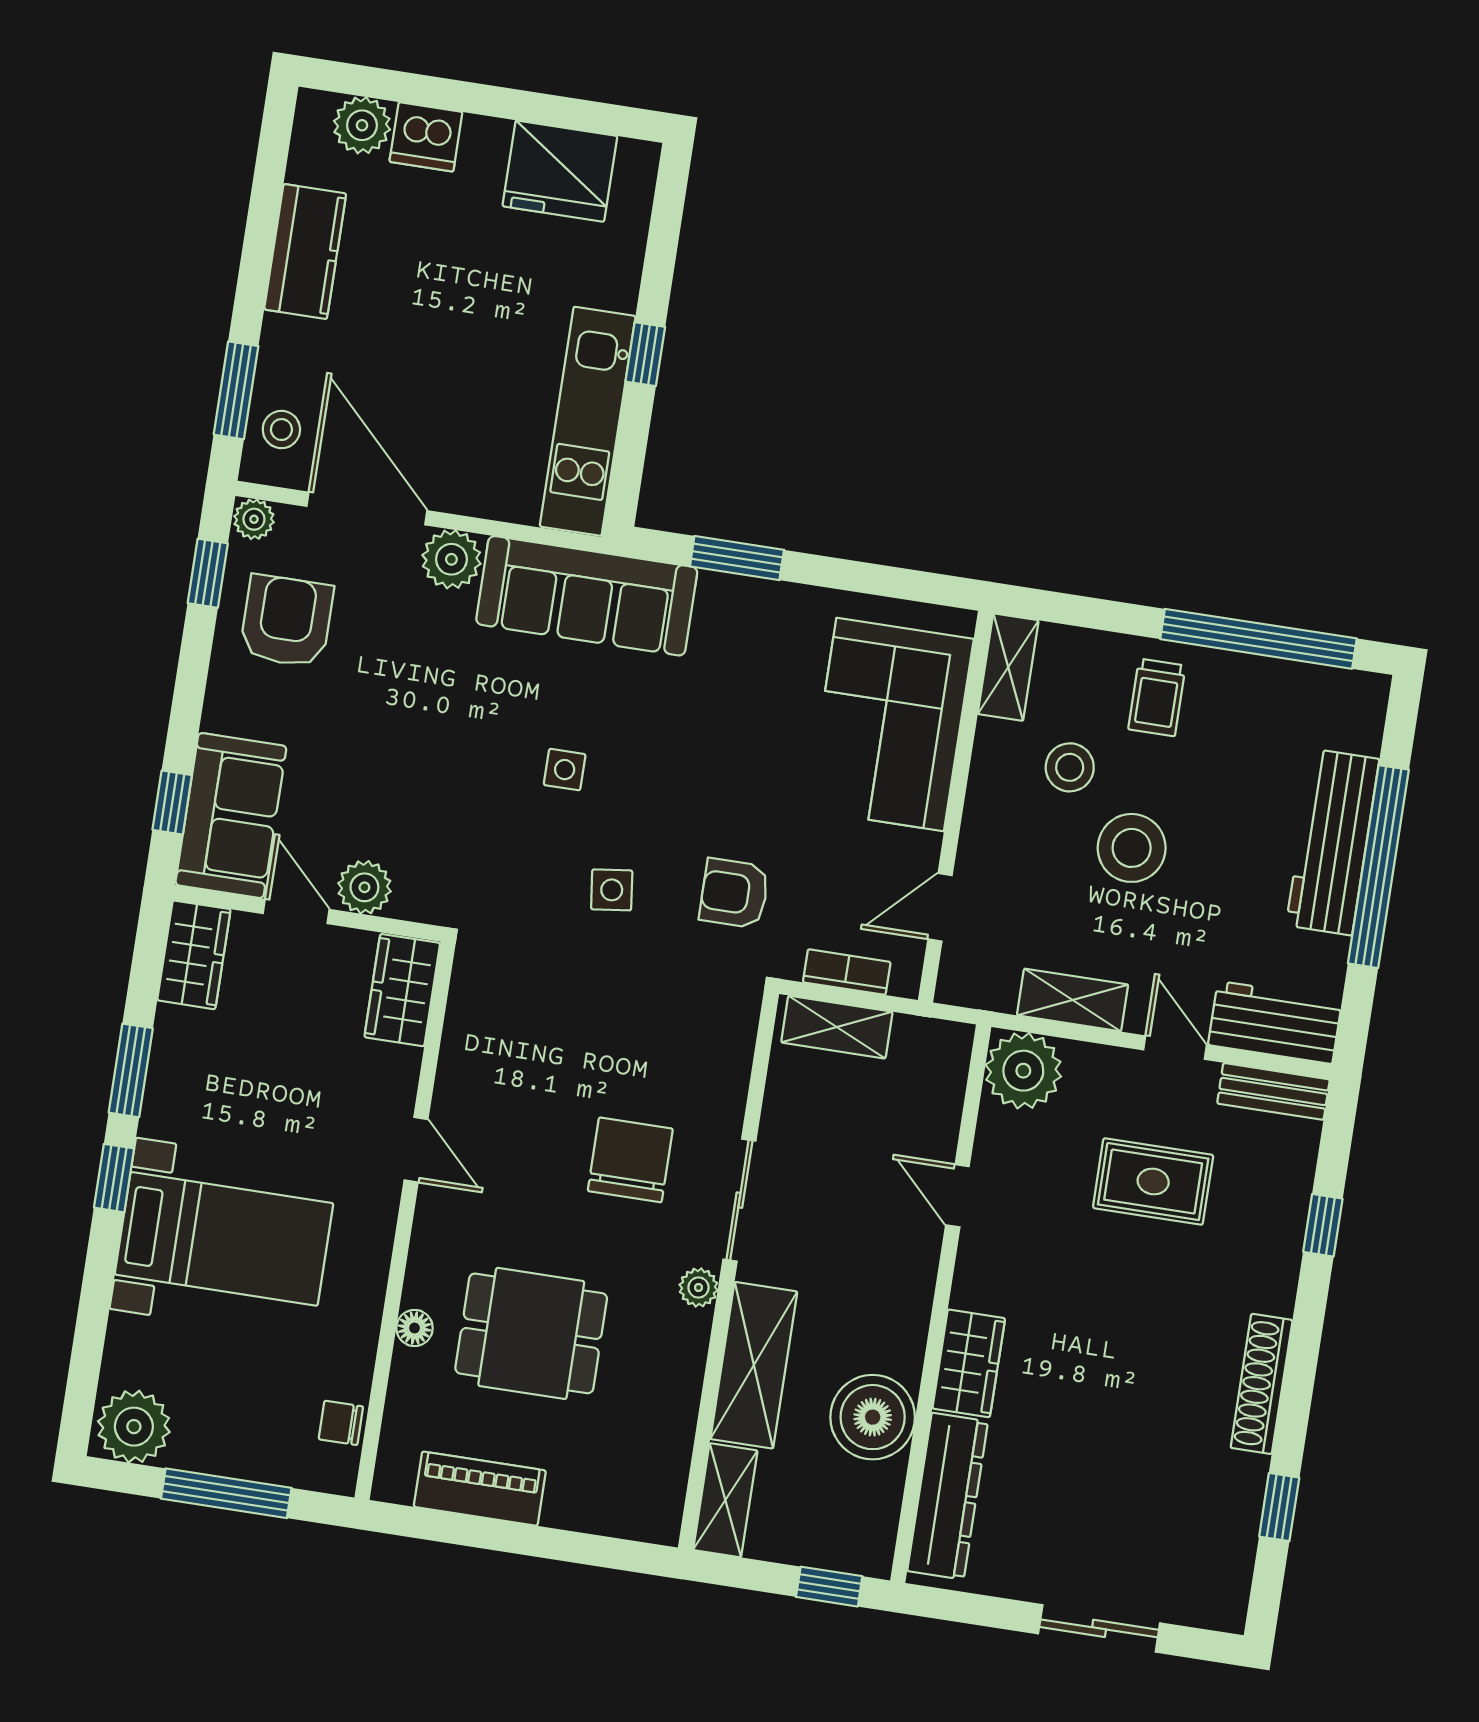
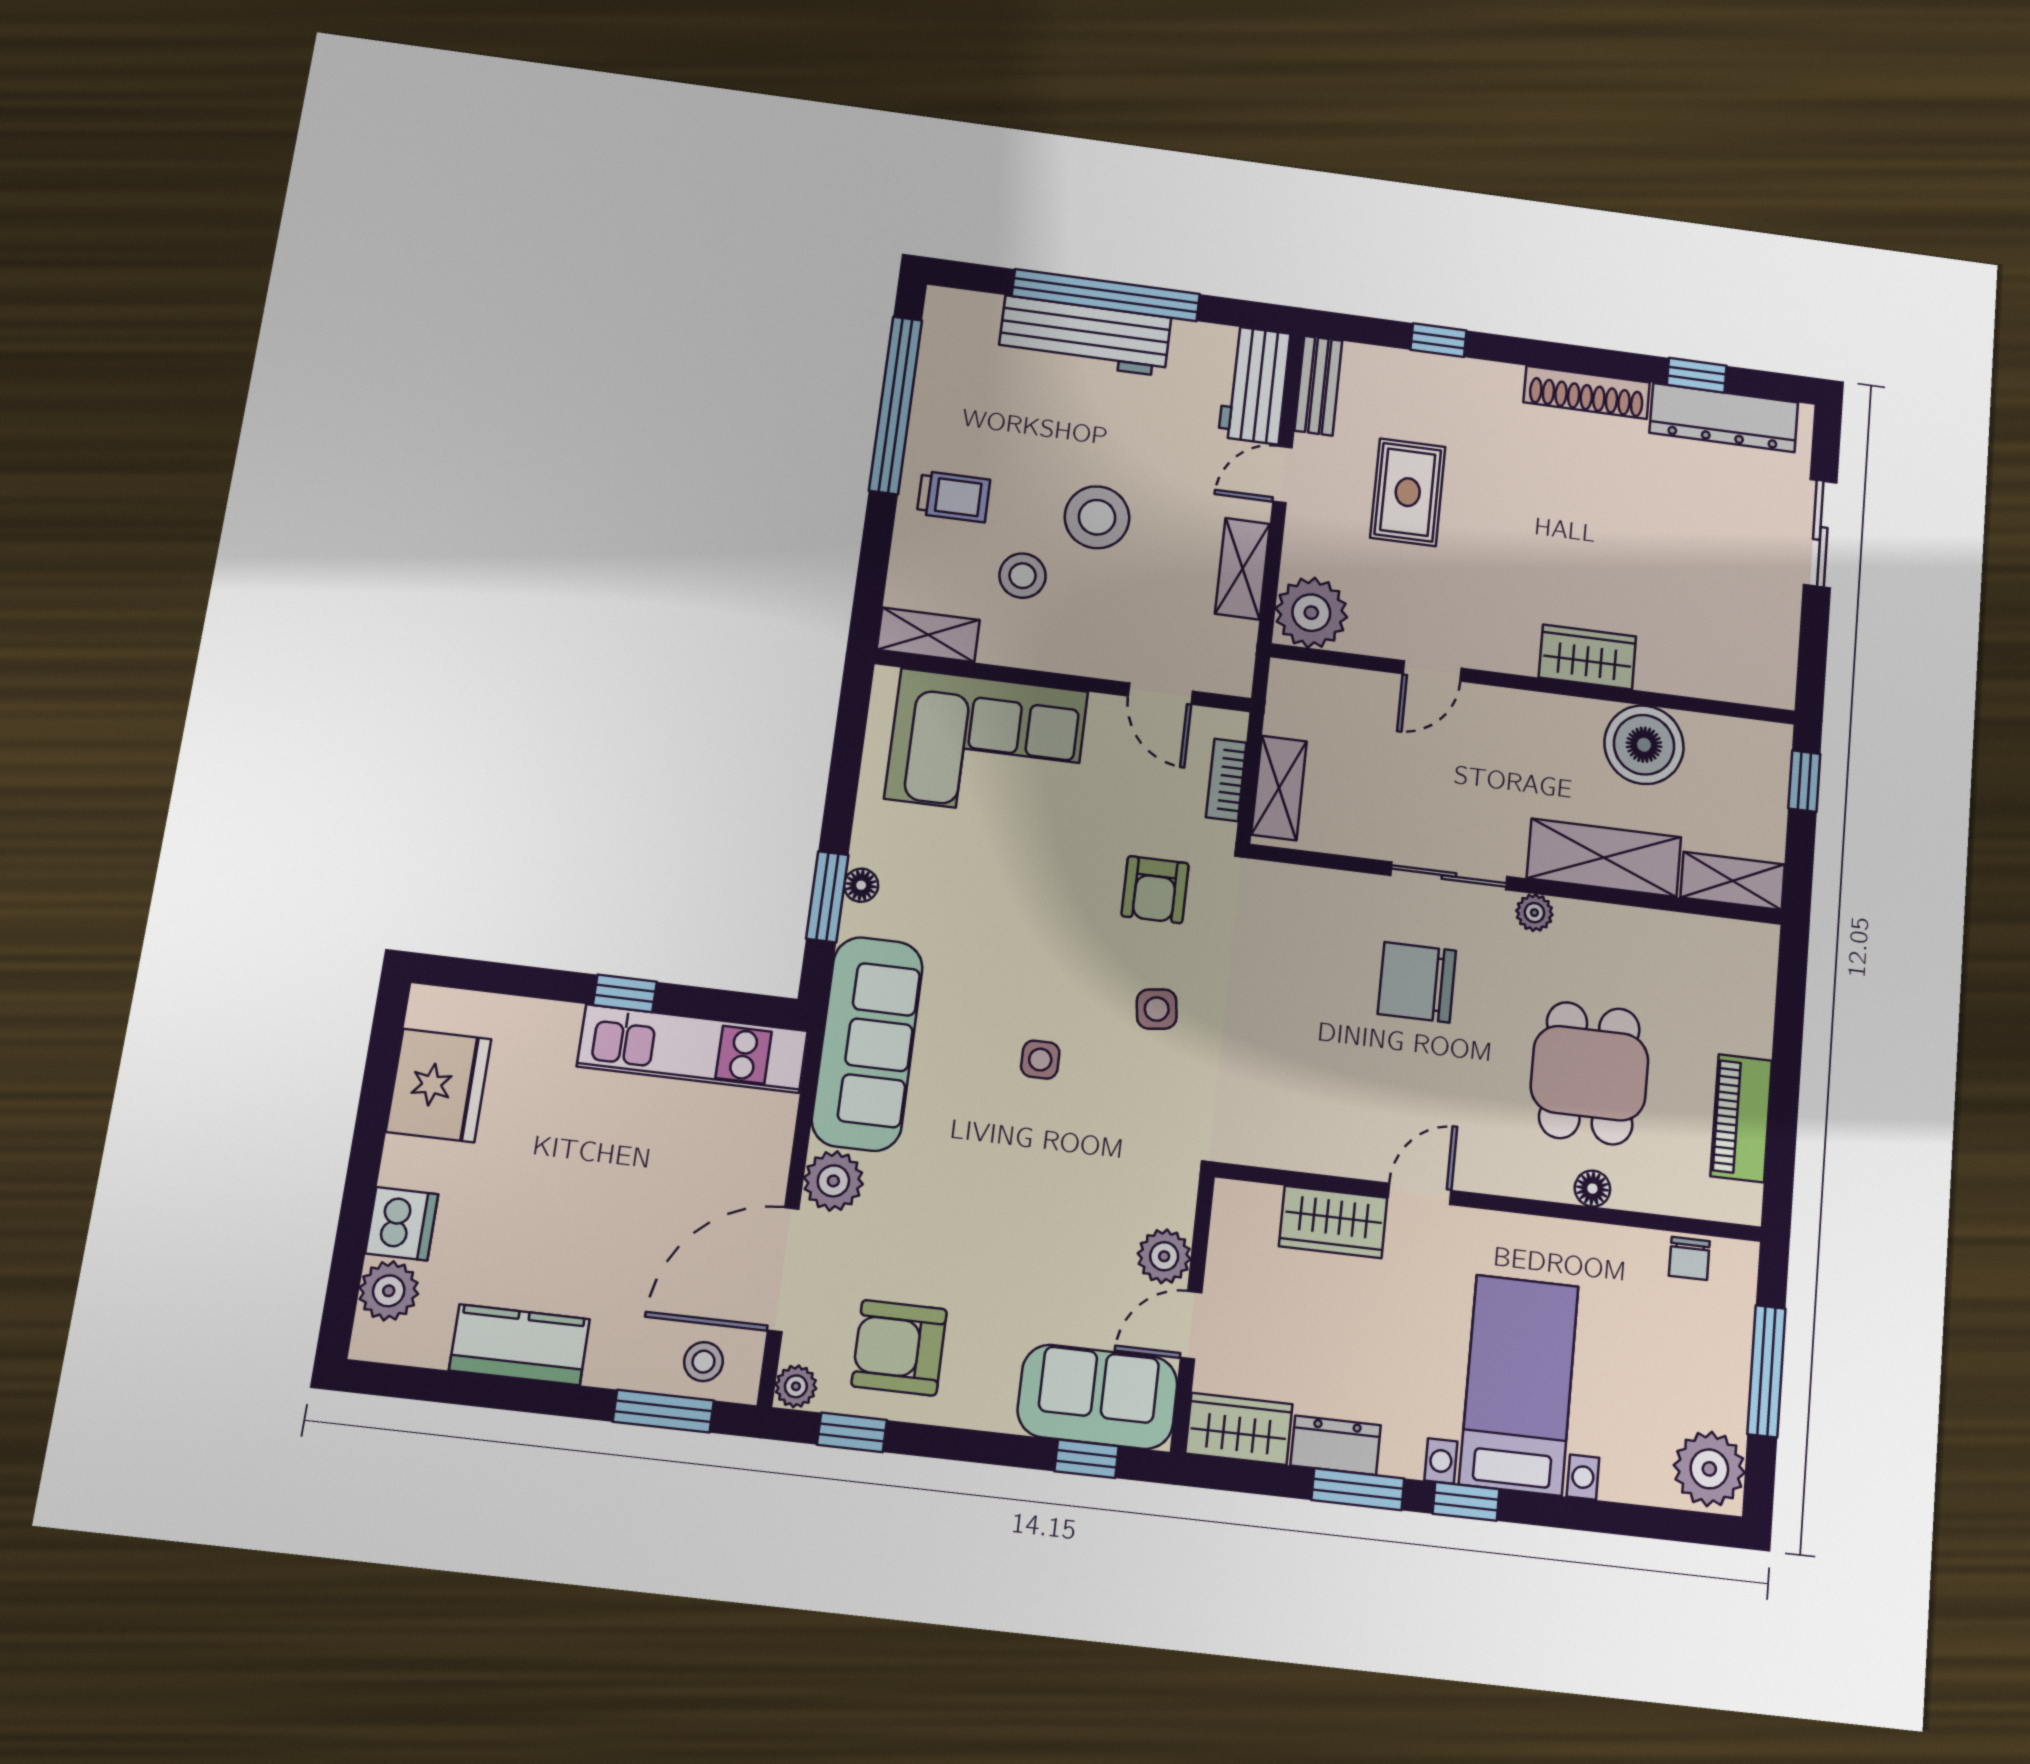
floor lamp: (748, 593) -> (861, 885), added
wardrobe: (402, 990) -> (1333, 1222), moved
dresser: (174, 1051) -> (1336, 1445), added
dresser: (948, 1496) -> (1724, 418), moved, turned 180

